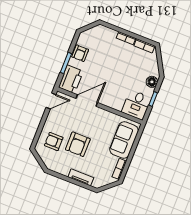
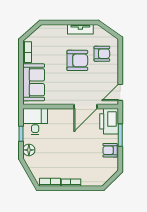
armchair: (80, 53) -> (110, 150), turned -90
armchair: (78, 144) -> (77, 60), turned 90
tv unit: (81, 177) -> (80, 29), moved

